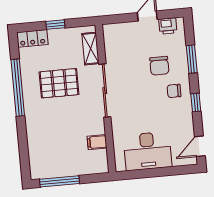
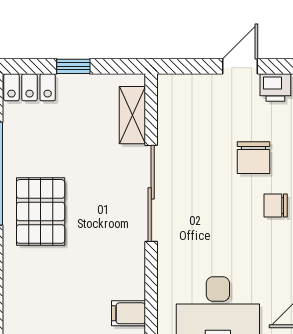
pallet: (59, 83) -> (41, 211), moved, turned 90
filing cabinet: (97, 142) -> (128, 313), moved

